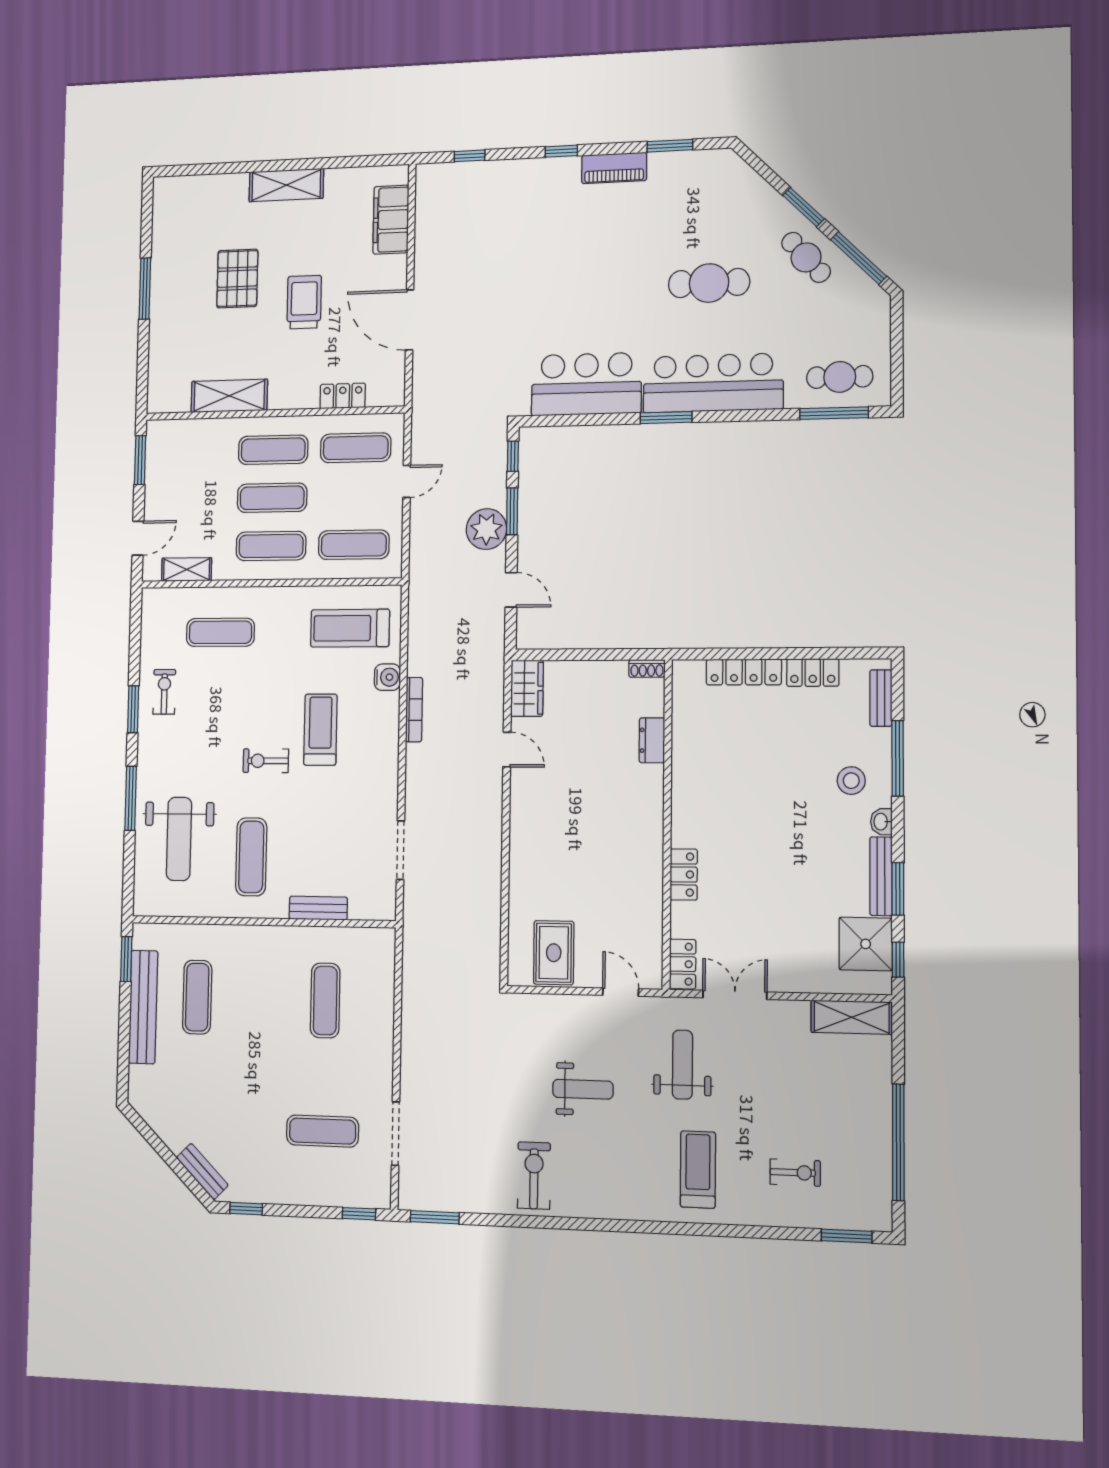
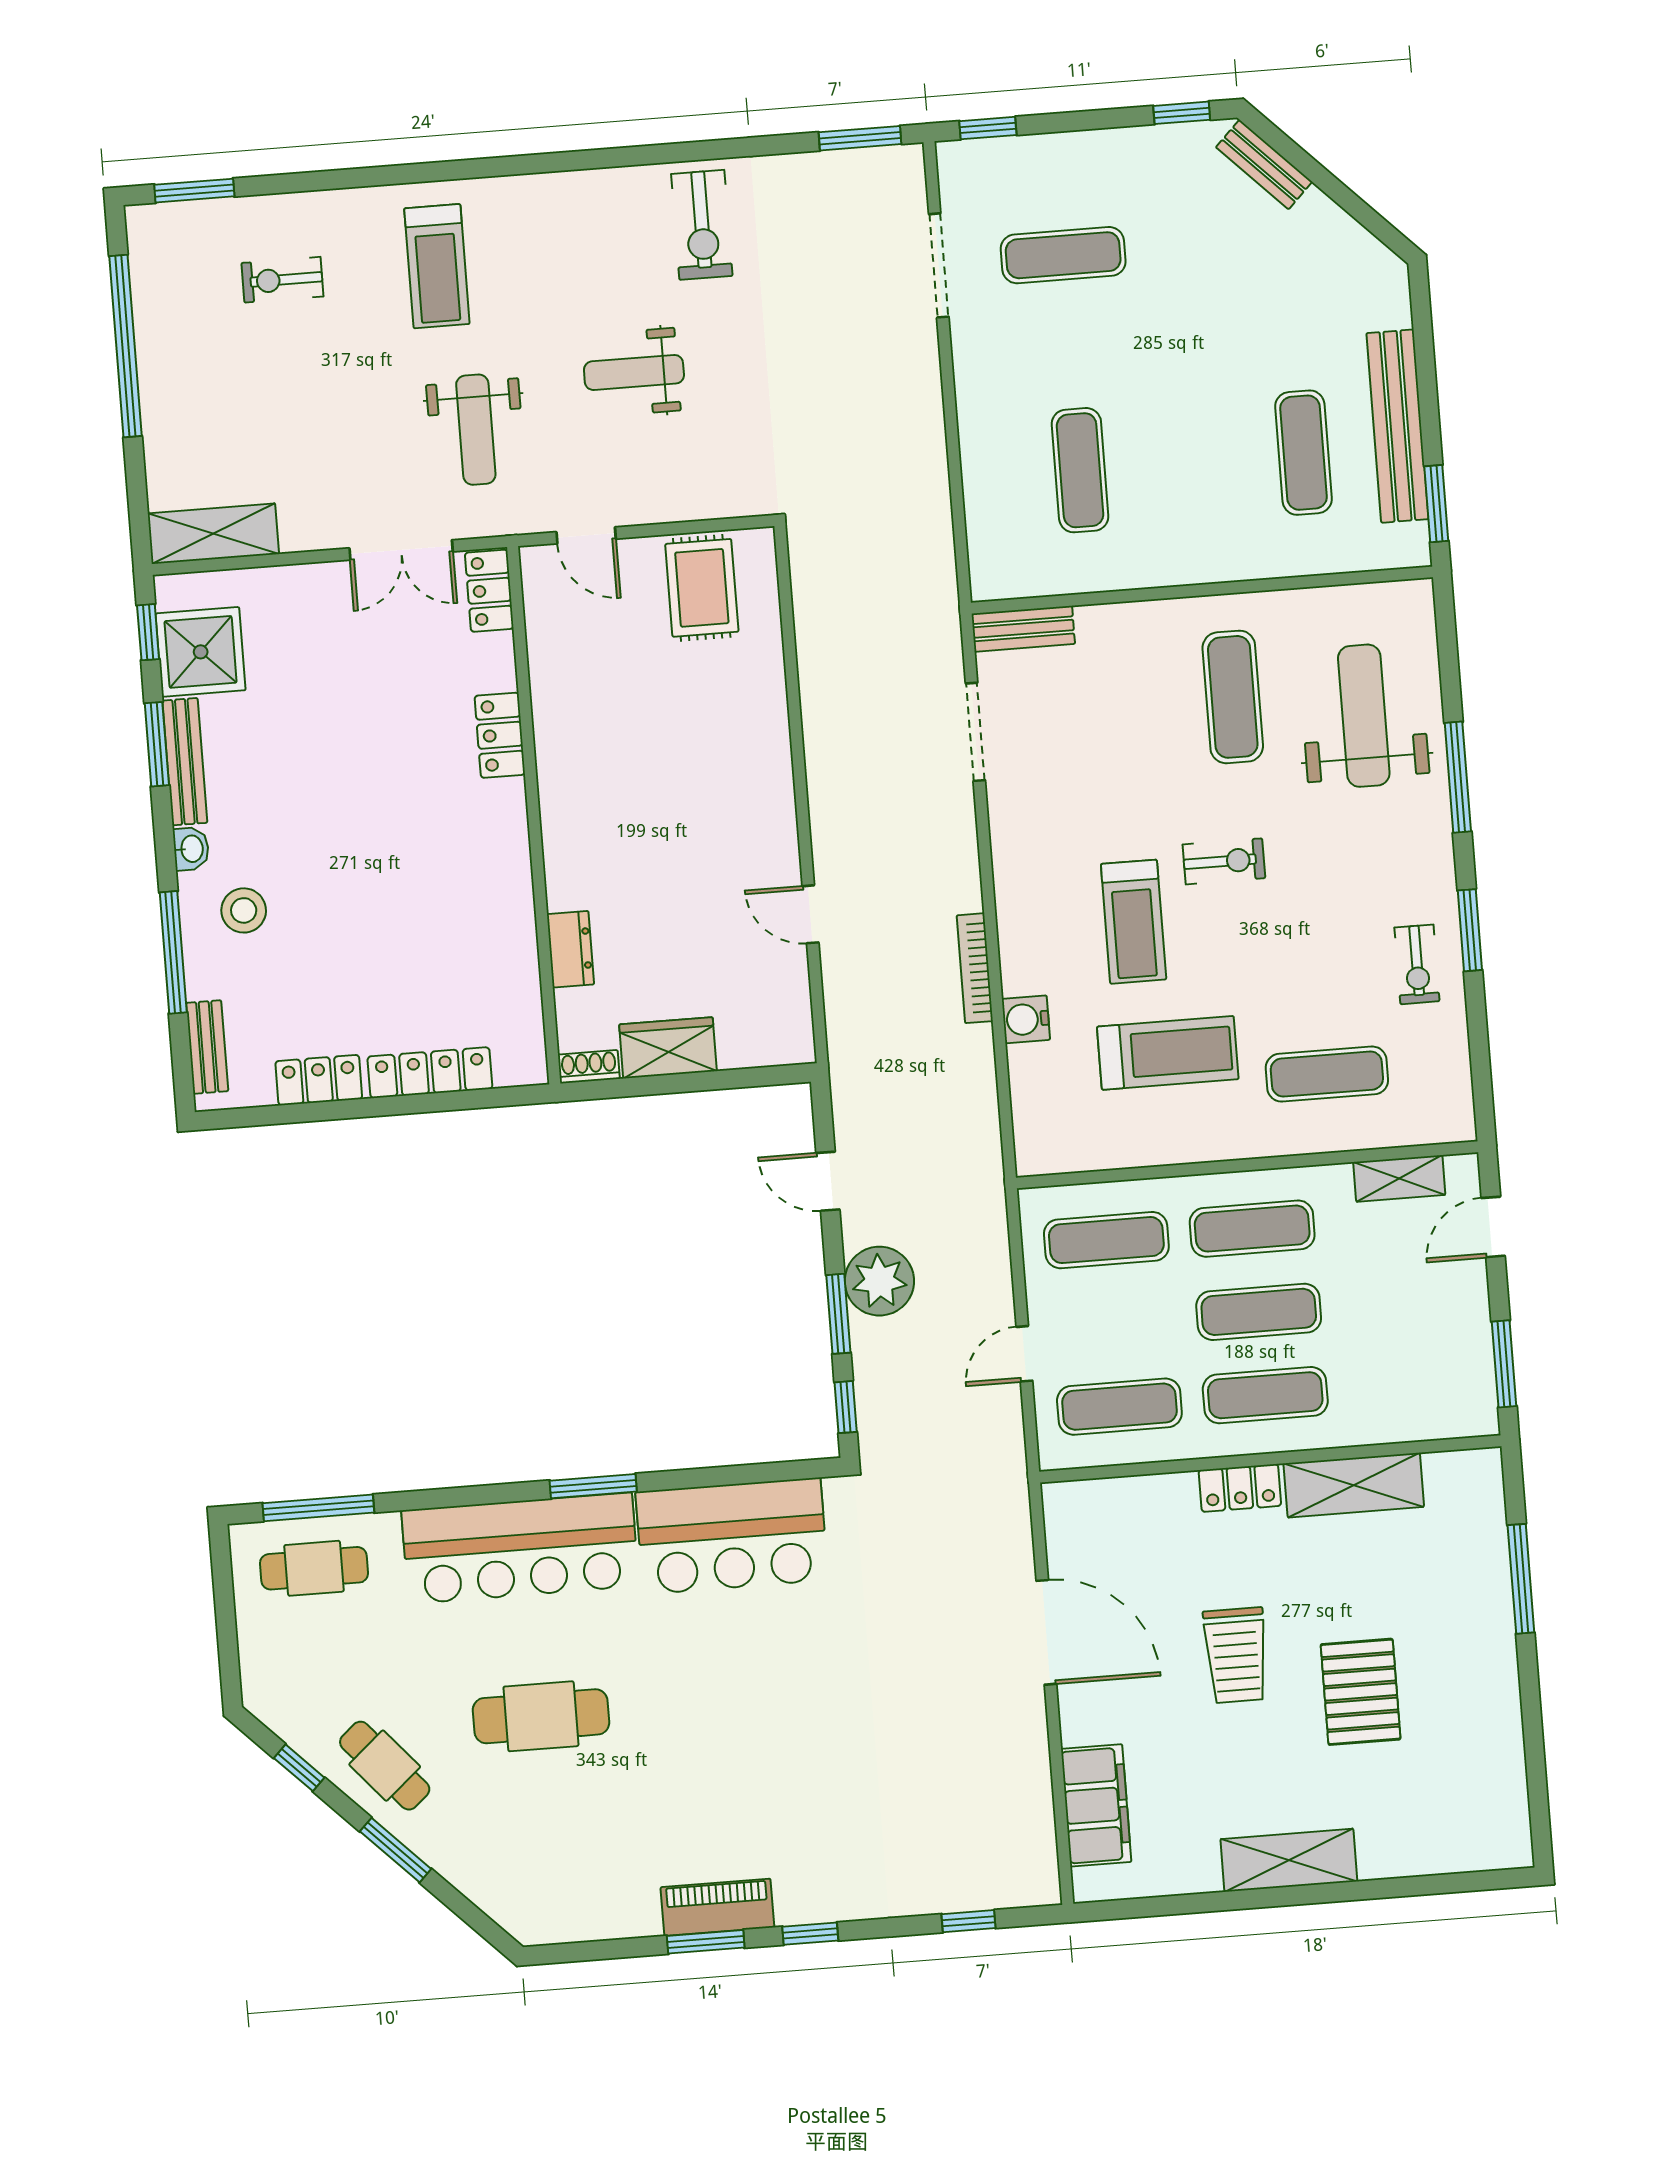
window: (670, 146) -> (706, 1942), moved
window: (859, 258) -> (299, 1768), width x0.46
window: (145, 289) -> (1521, 1579), moved
locker: (343, 396) -> (1240, 1488), moved
treadmill: (350, 628) -> (1168, 1053), moved
wardrobe: (527, 688) -> (668, 1048), moved, turned 90
bench: (318, 908) -> (1023, 629), moved

